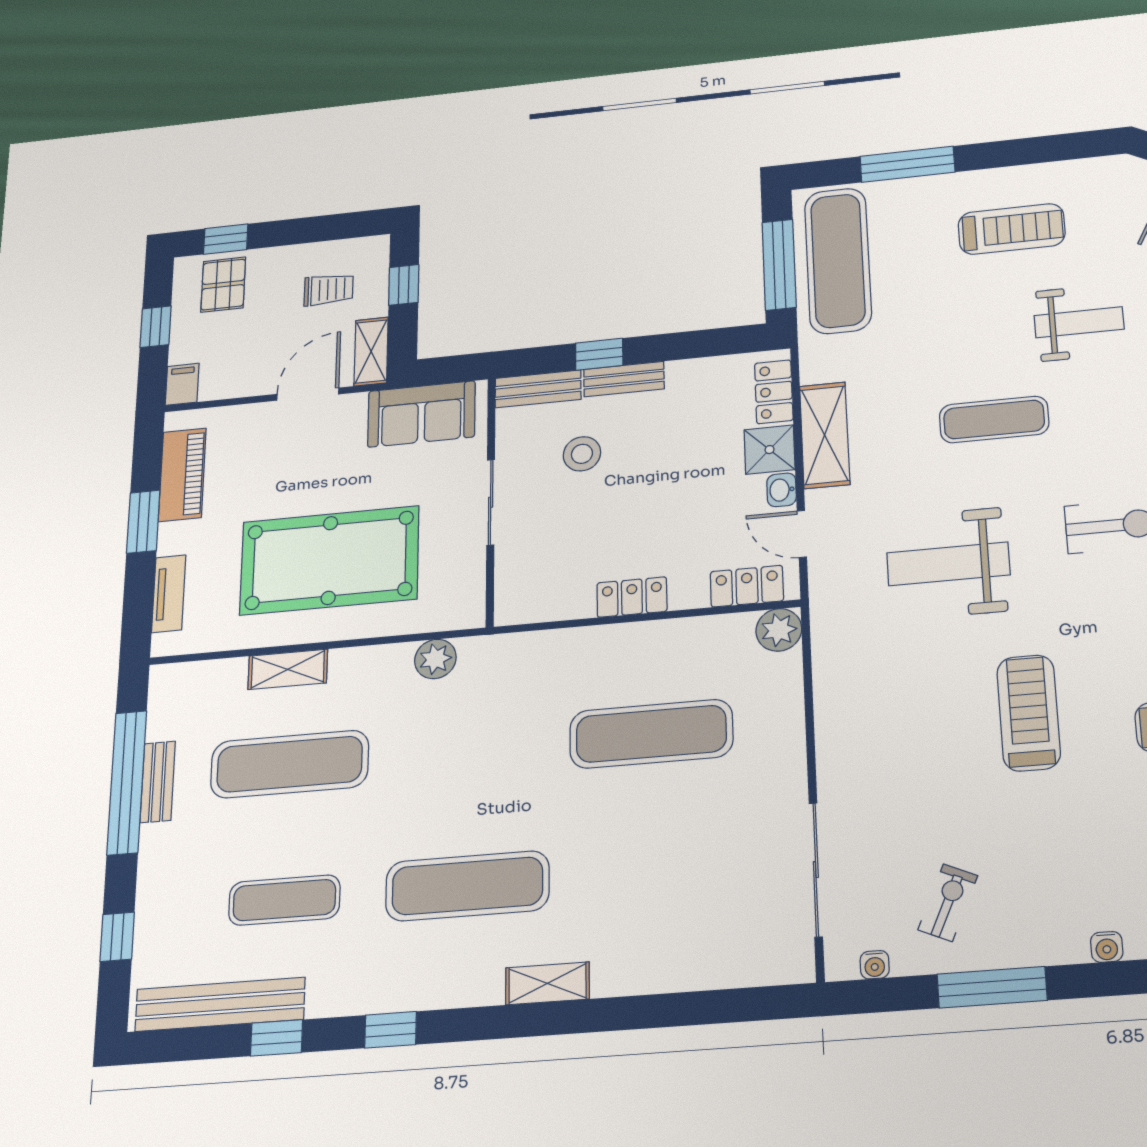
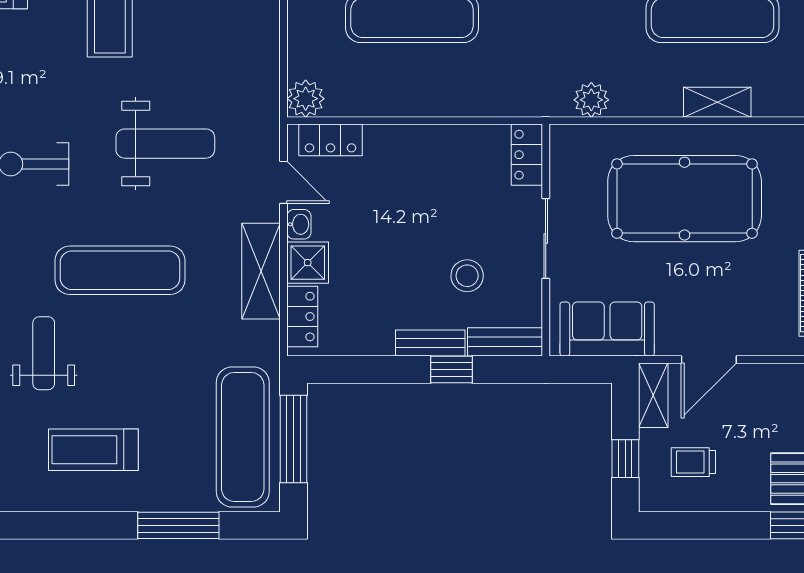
weight bench: (1079, 322) -> (44, 353), turned 90
exercise mat: (994, 420) -> (120, 270), width x1.36, depth x1.45
locker: (632, 597) -> (527, 155), moved, turned 90

